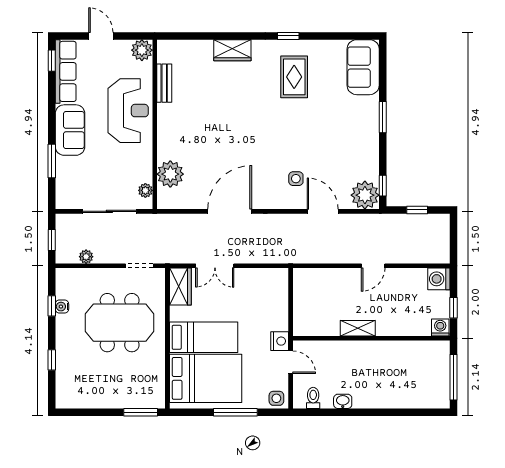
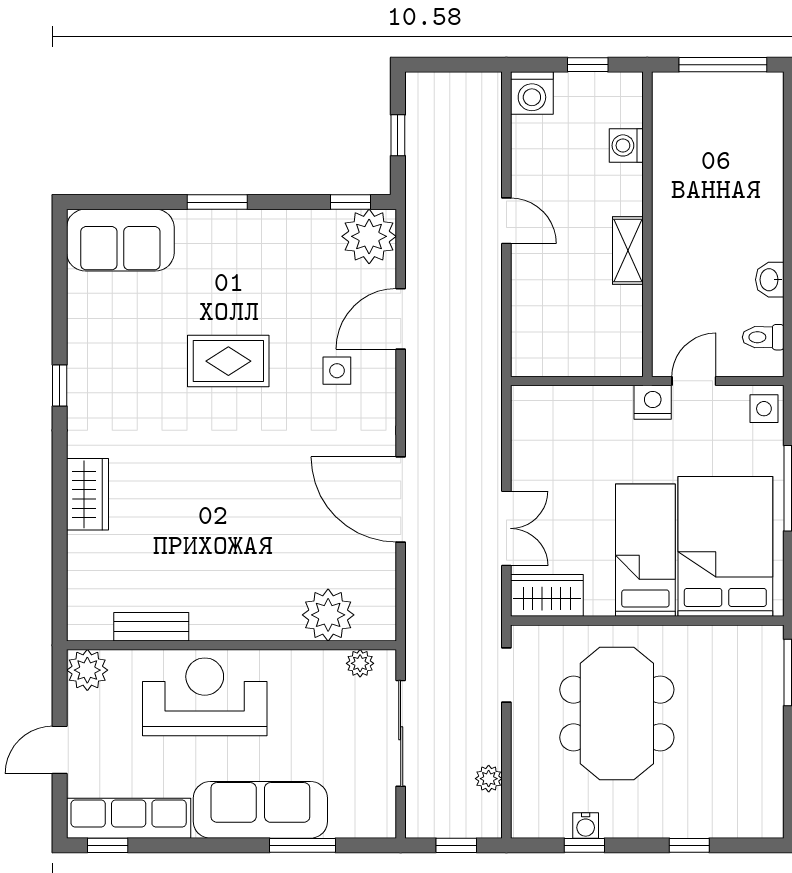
rug: (294, 77) -> (228, 361), moved
sofa: (70, 130) -> (260, 810), width x1.36
washing machine: (440, 327) -> (626, 145), moved

